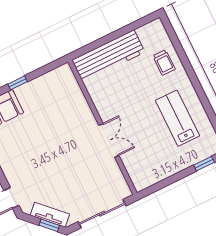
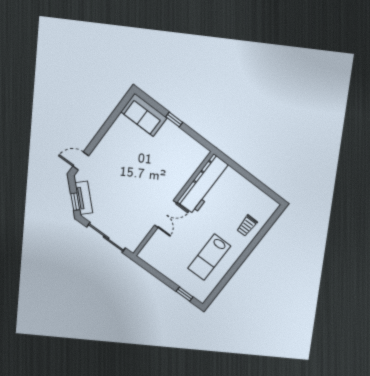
workbench: (108, 56) -> (204, 184), moved, turned -90
lab bench: (177, 118) -> (209, 257), turned 180

